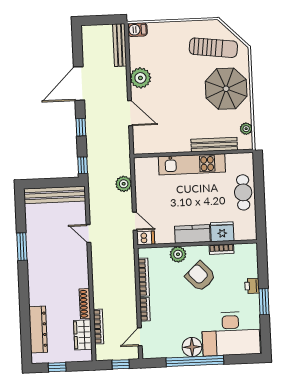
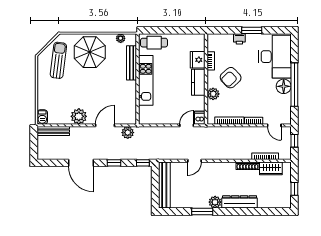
plant: (124, 184) -> (128, 133), moved
cafe table: (243, 192) -> (154, 43), moved
plant: (35, 263) -> (215, 202), added
dresser: (38, 329) -> (240, 202), moved

